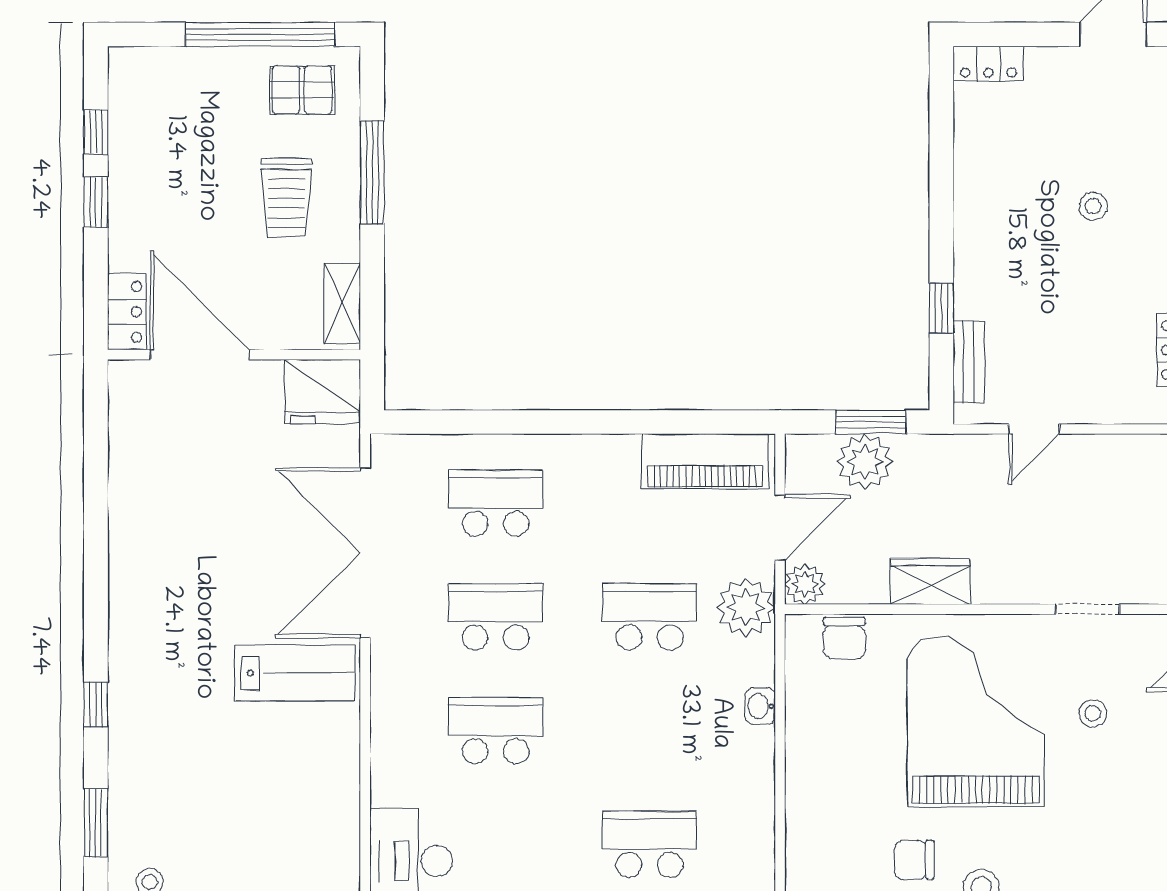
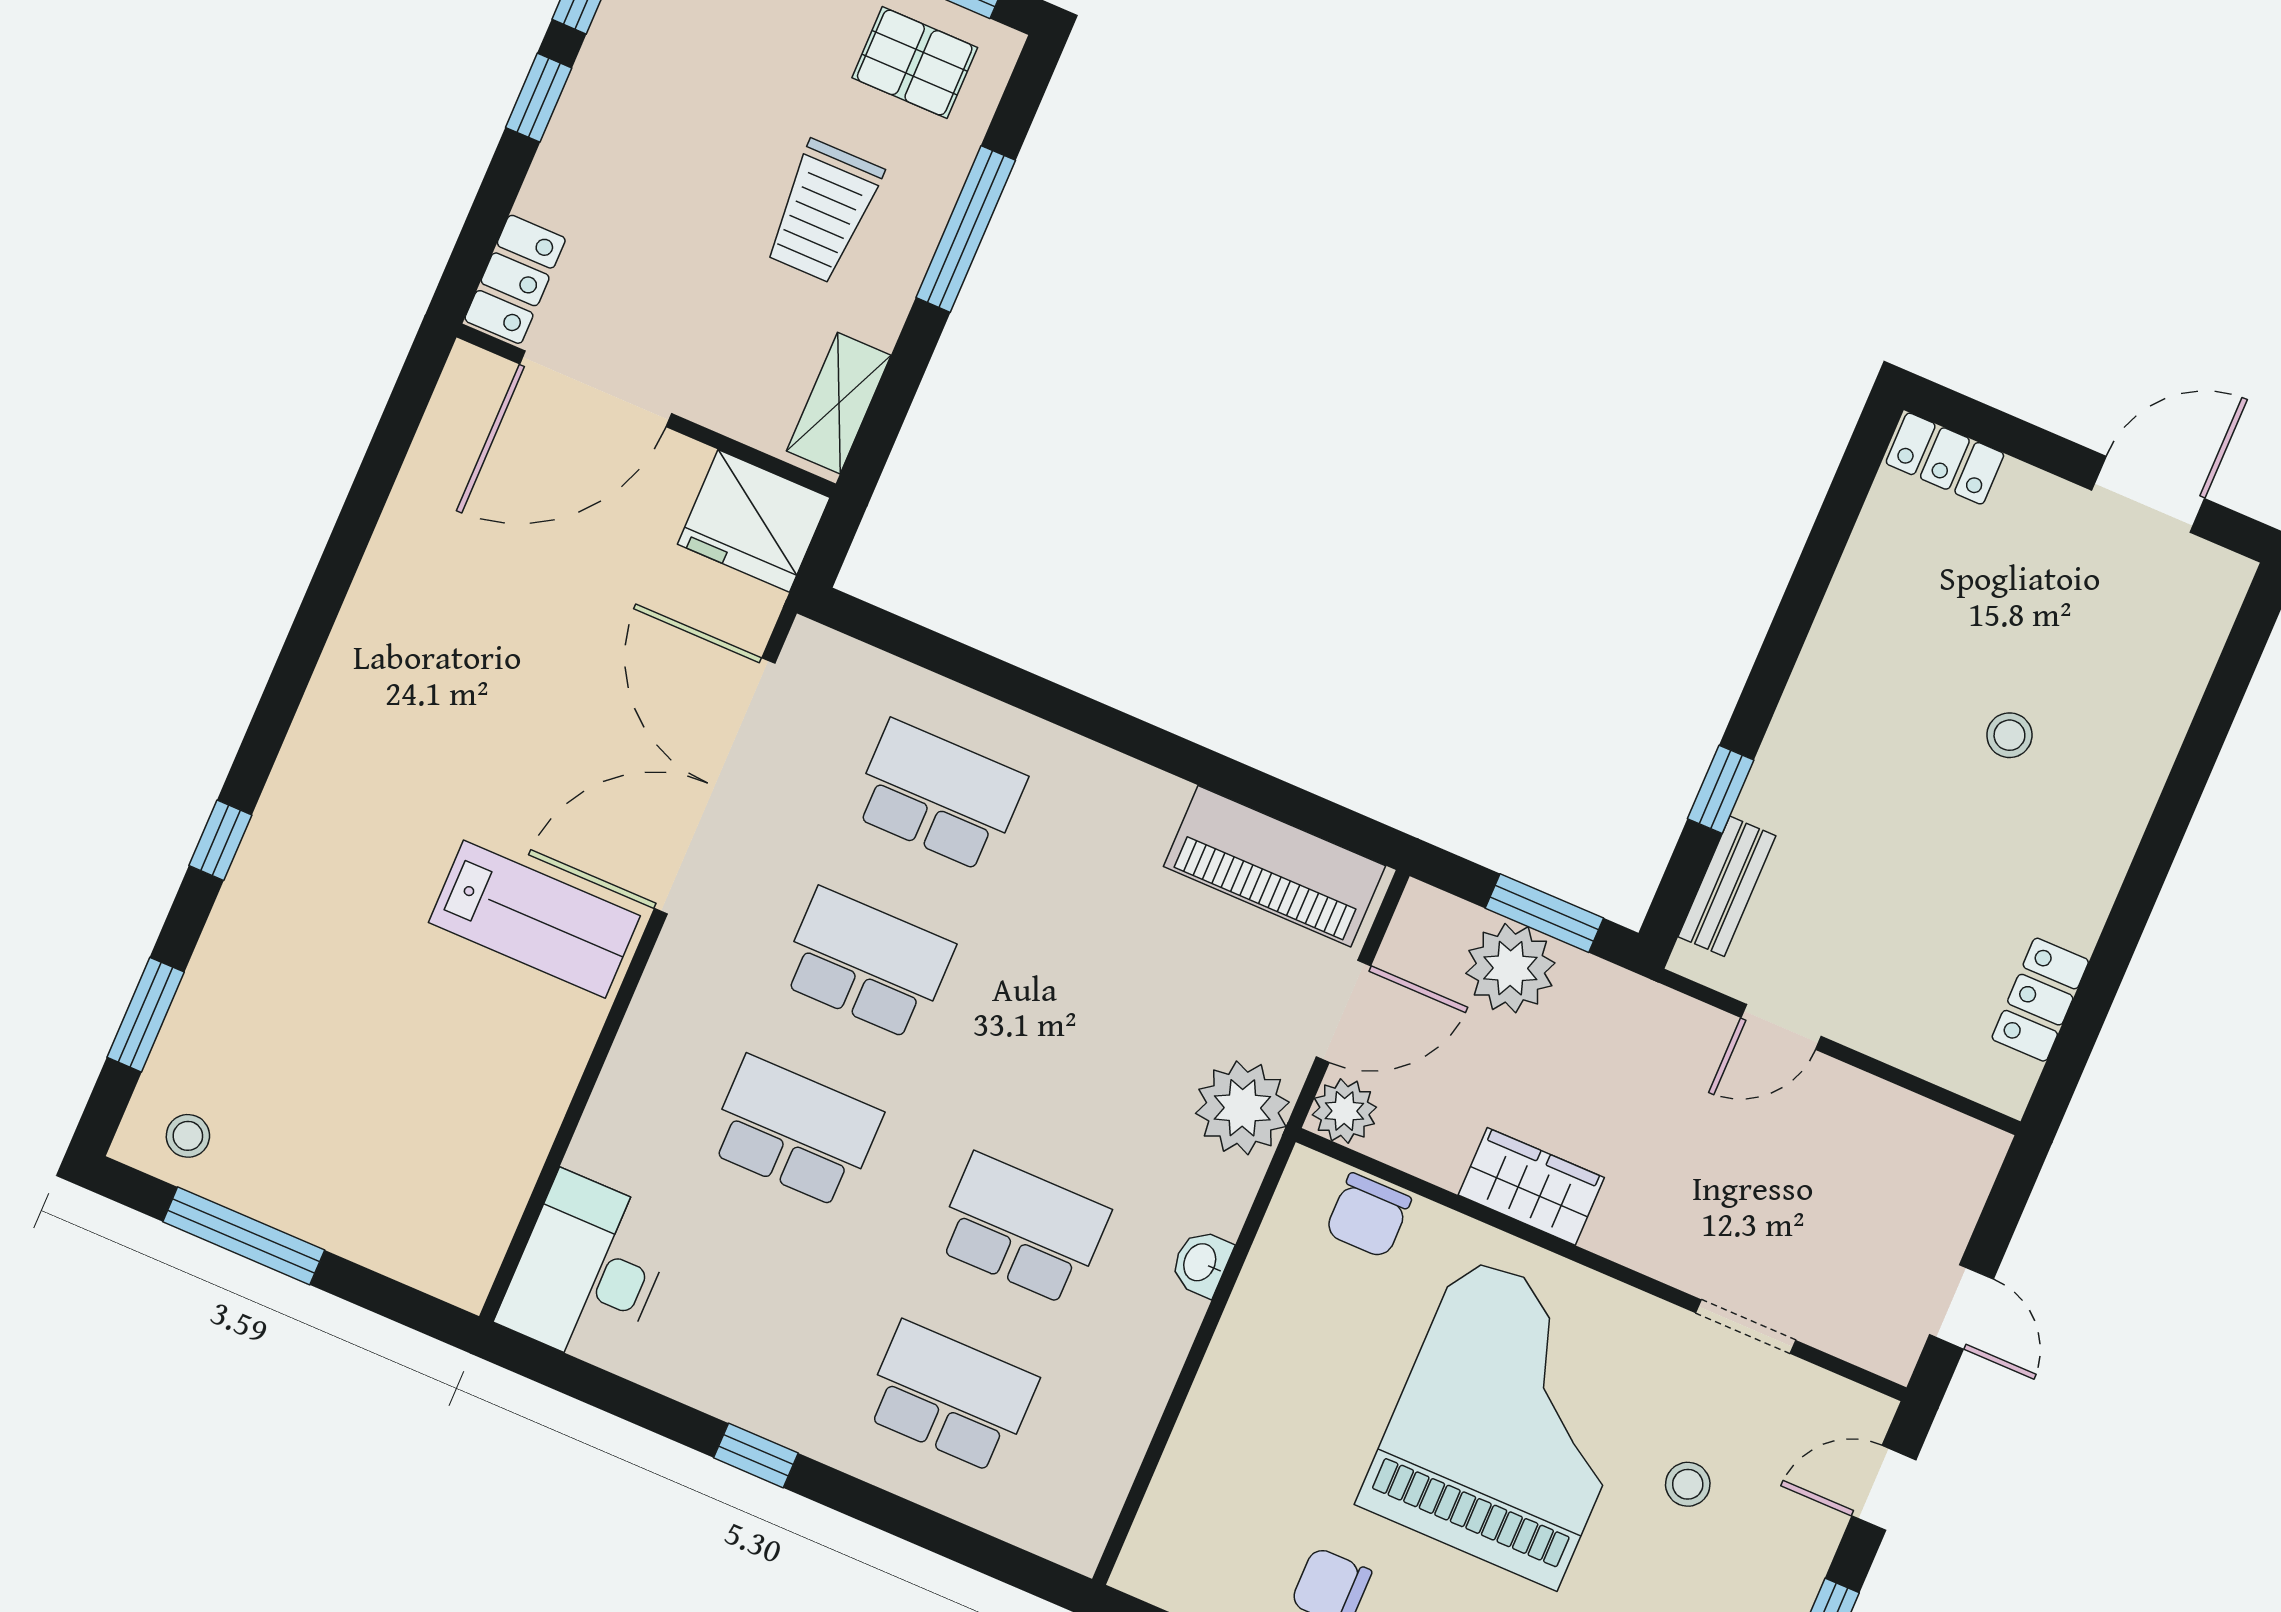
door: (200, 355) -> (596, 389), swing flipped
school desk: (650, 617) -> (1022, 1229), moved

